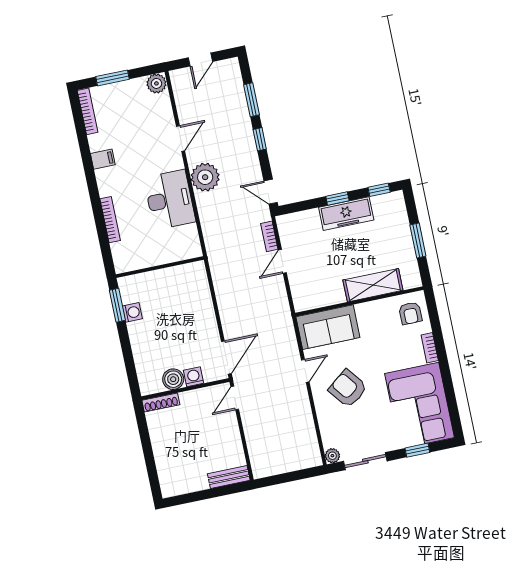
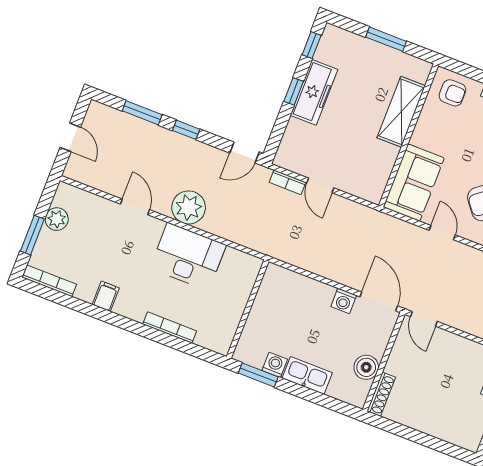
plant: (156, 83) -> (57, 219), moved
kitchen sink: (140, 341) -> (307, 375), added
washing machine: (194, 377) -> (344, 301), moved, turned -90

